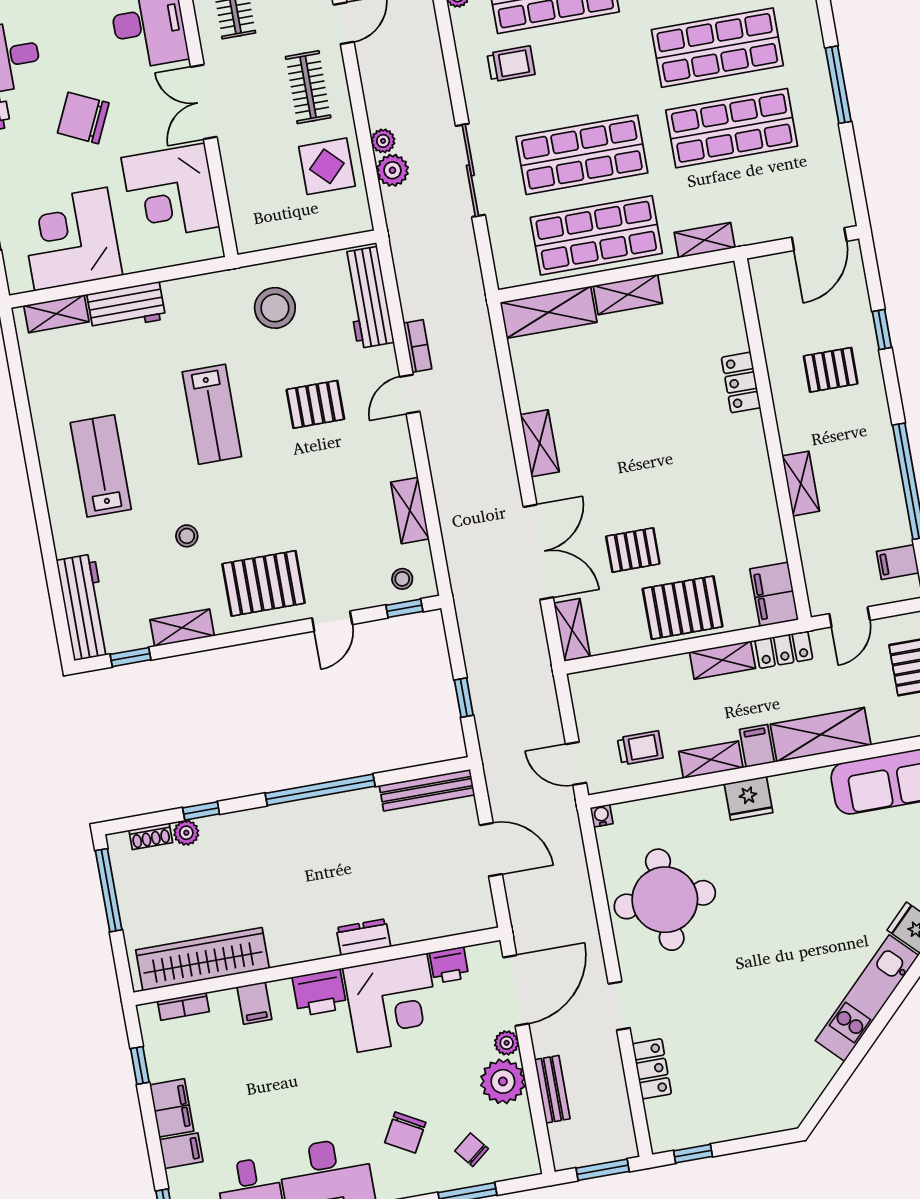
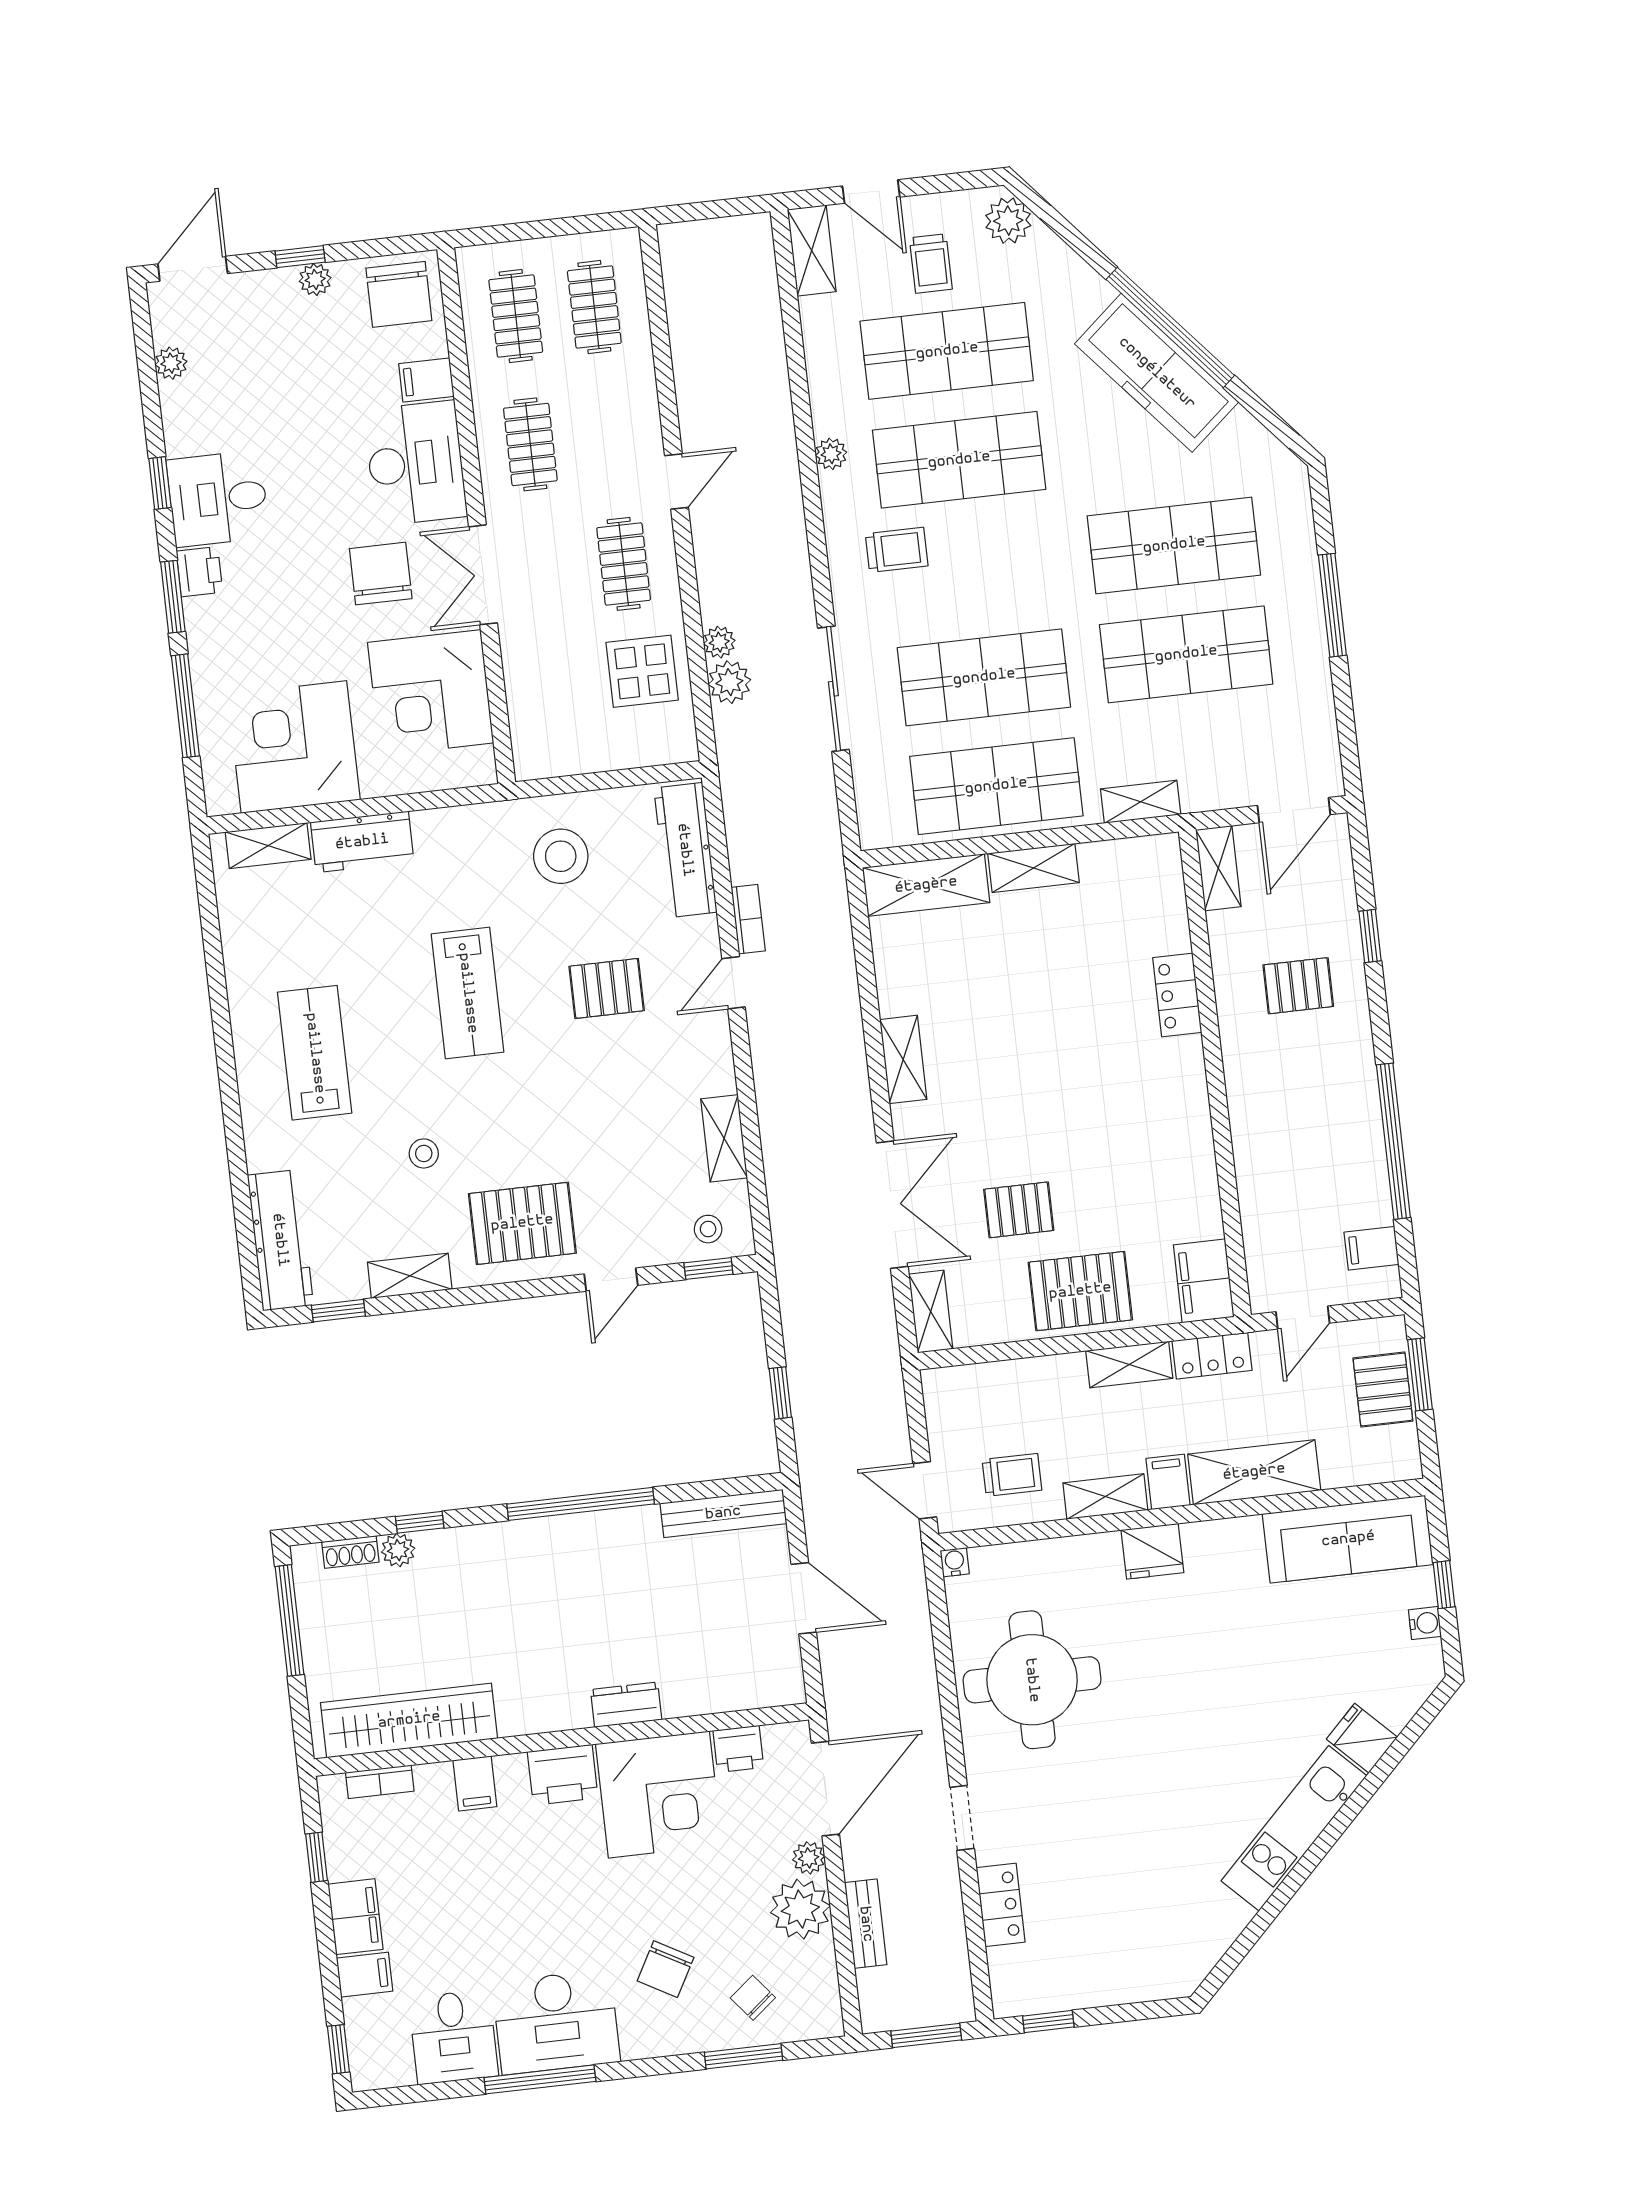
chair: (83, 118) -> (381, 574), moved, turned 65
shelving: (801, 484) -> (1218, 868), moved

